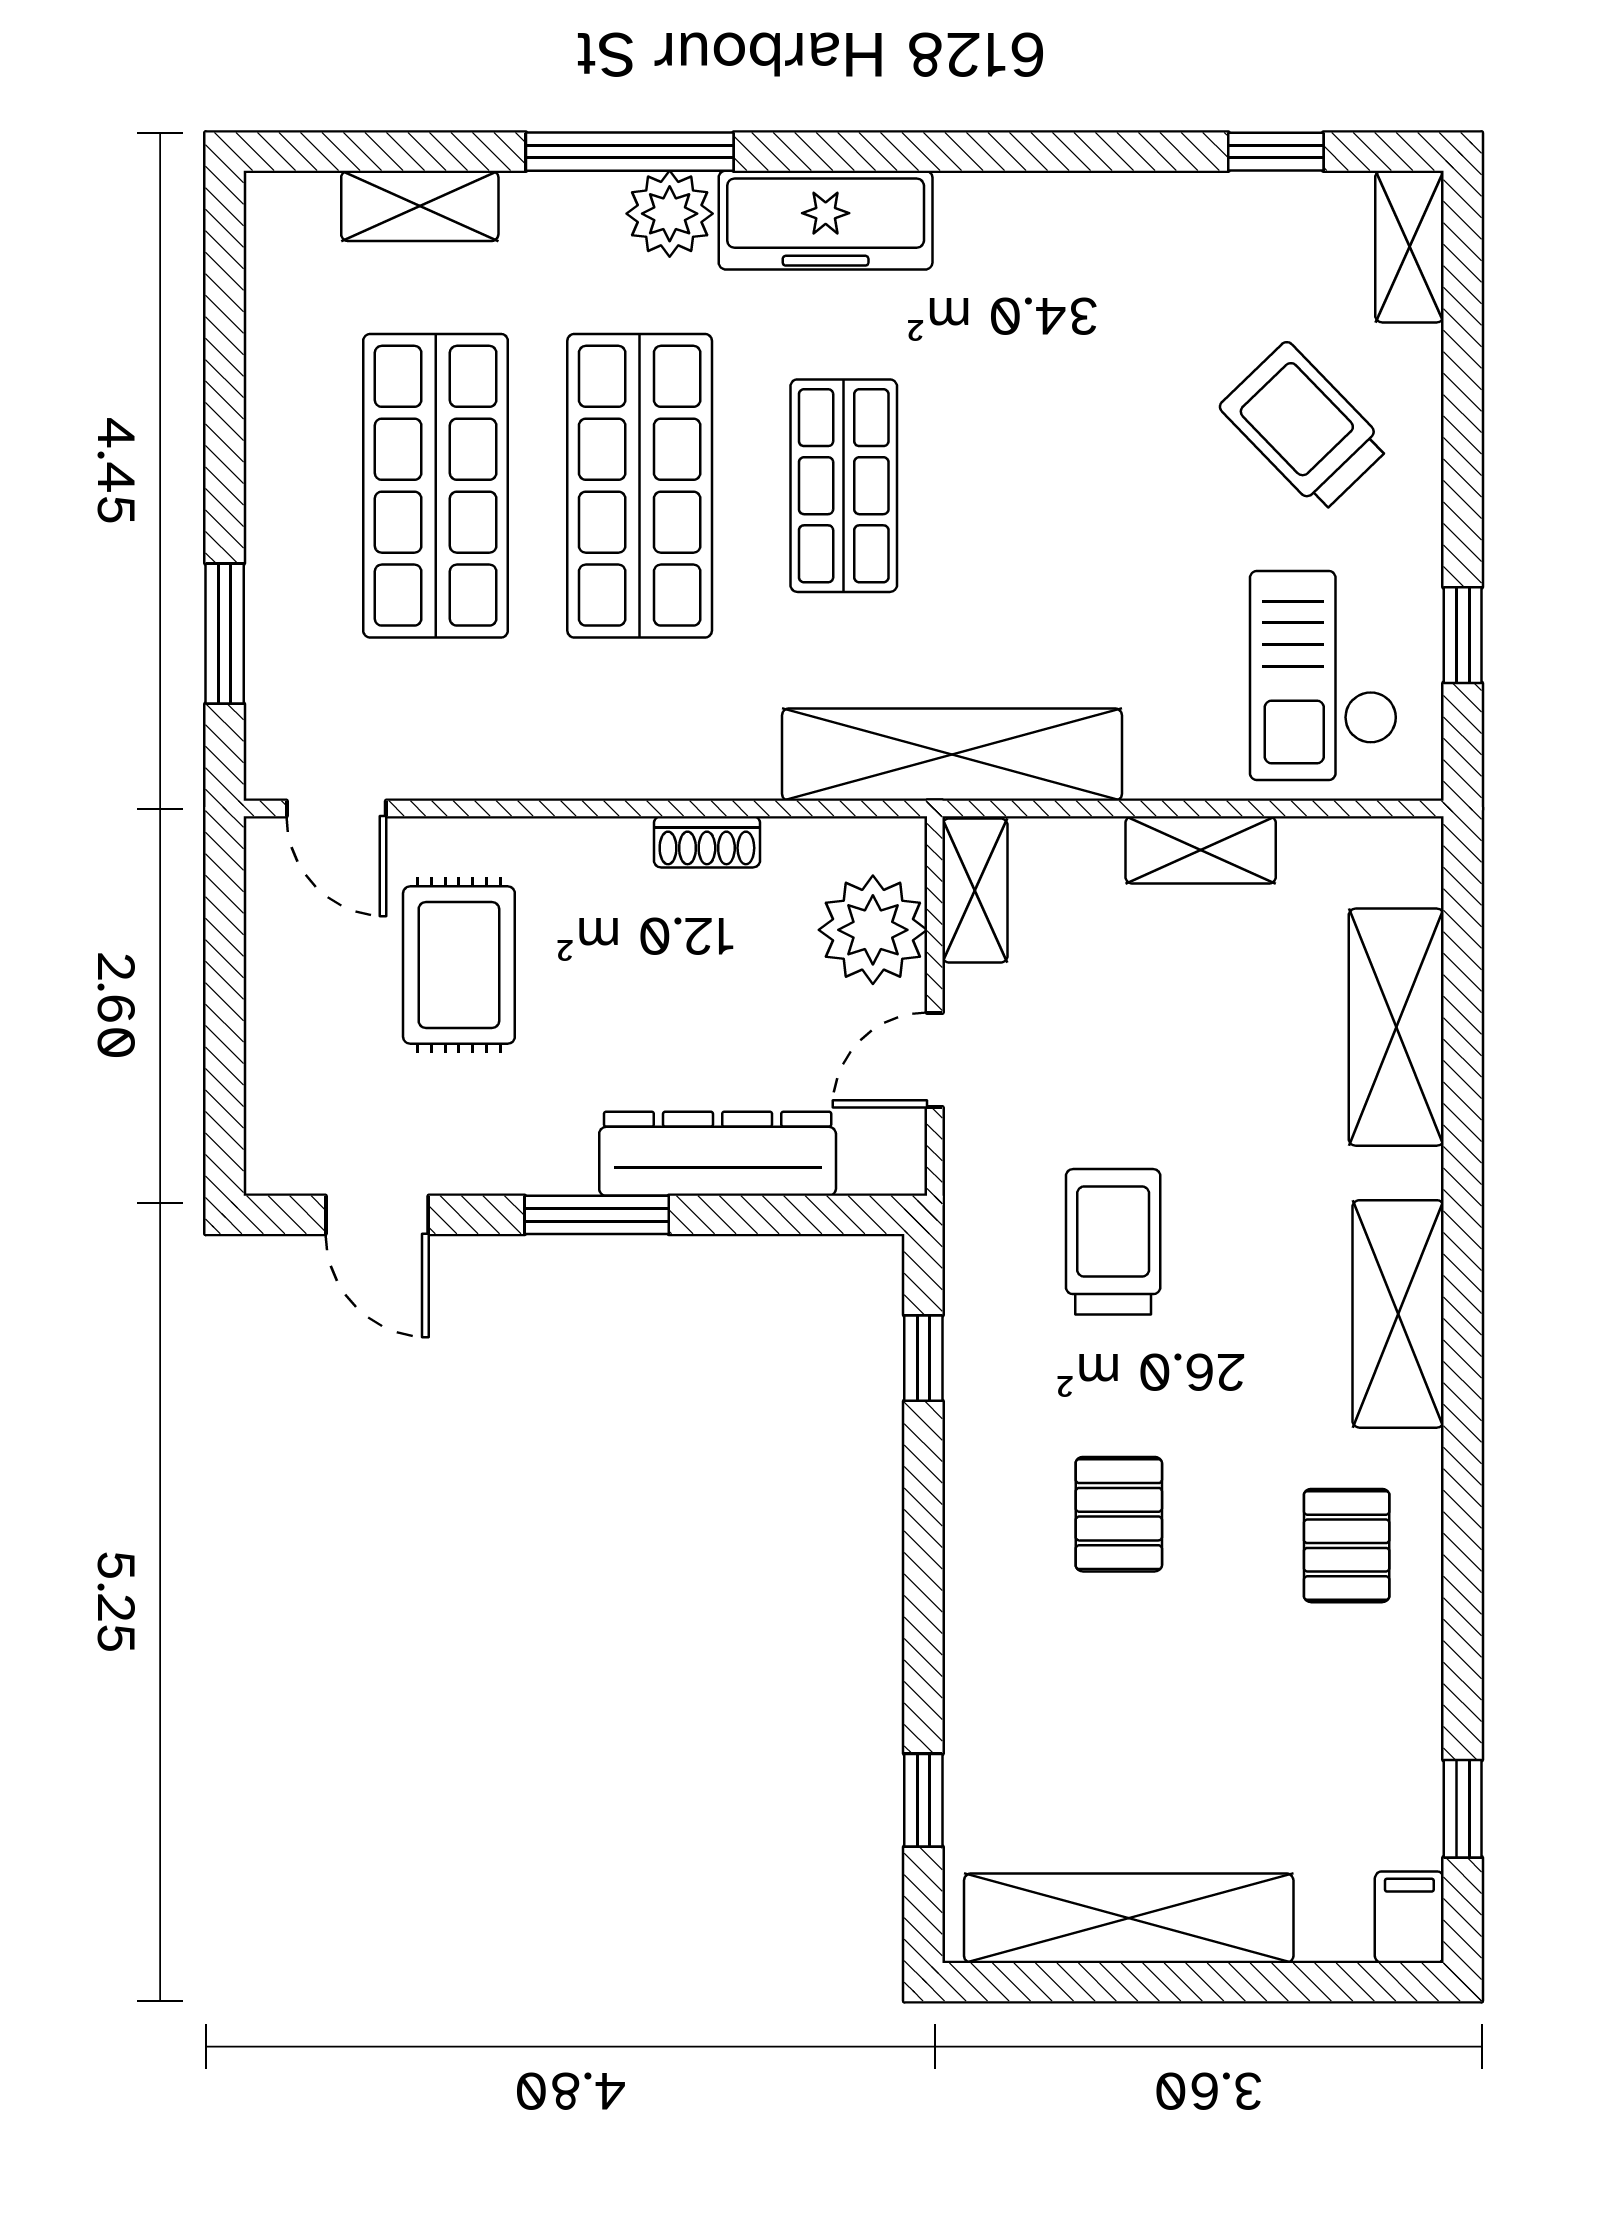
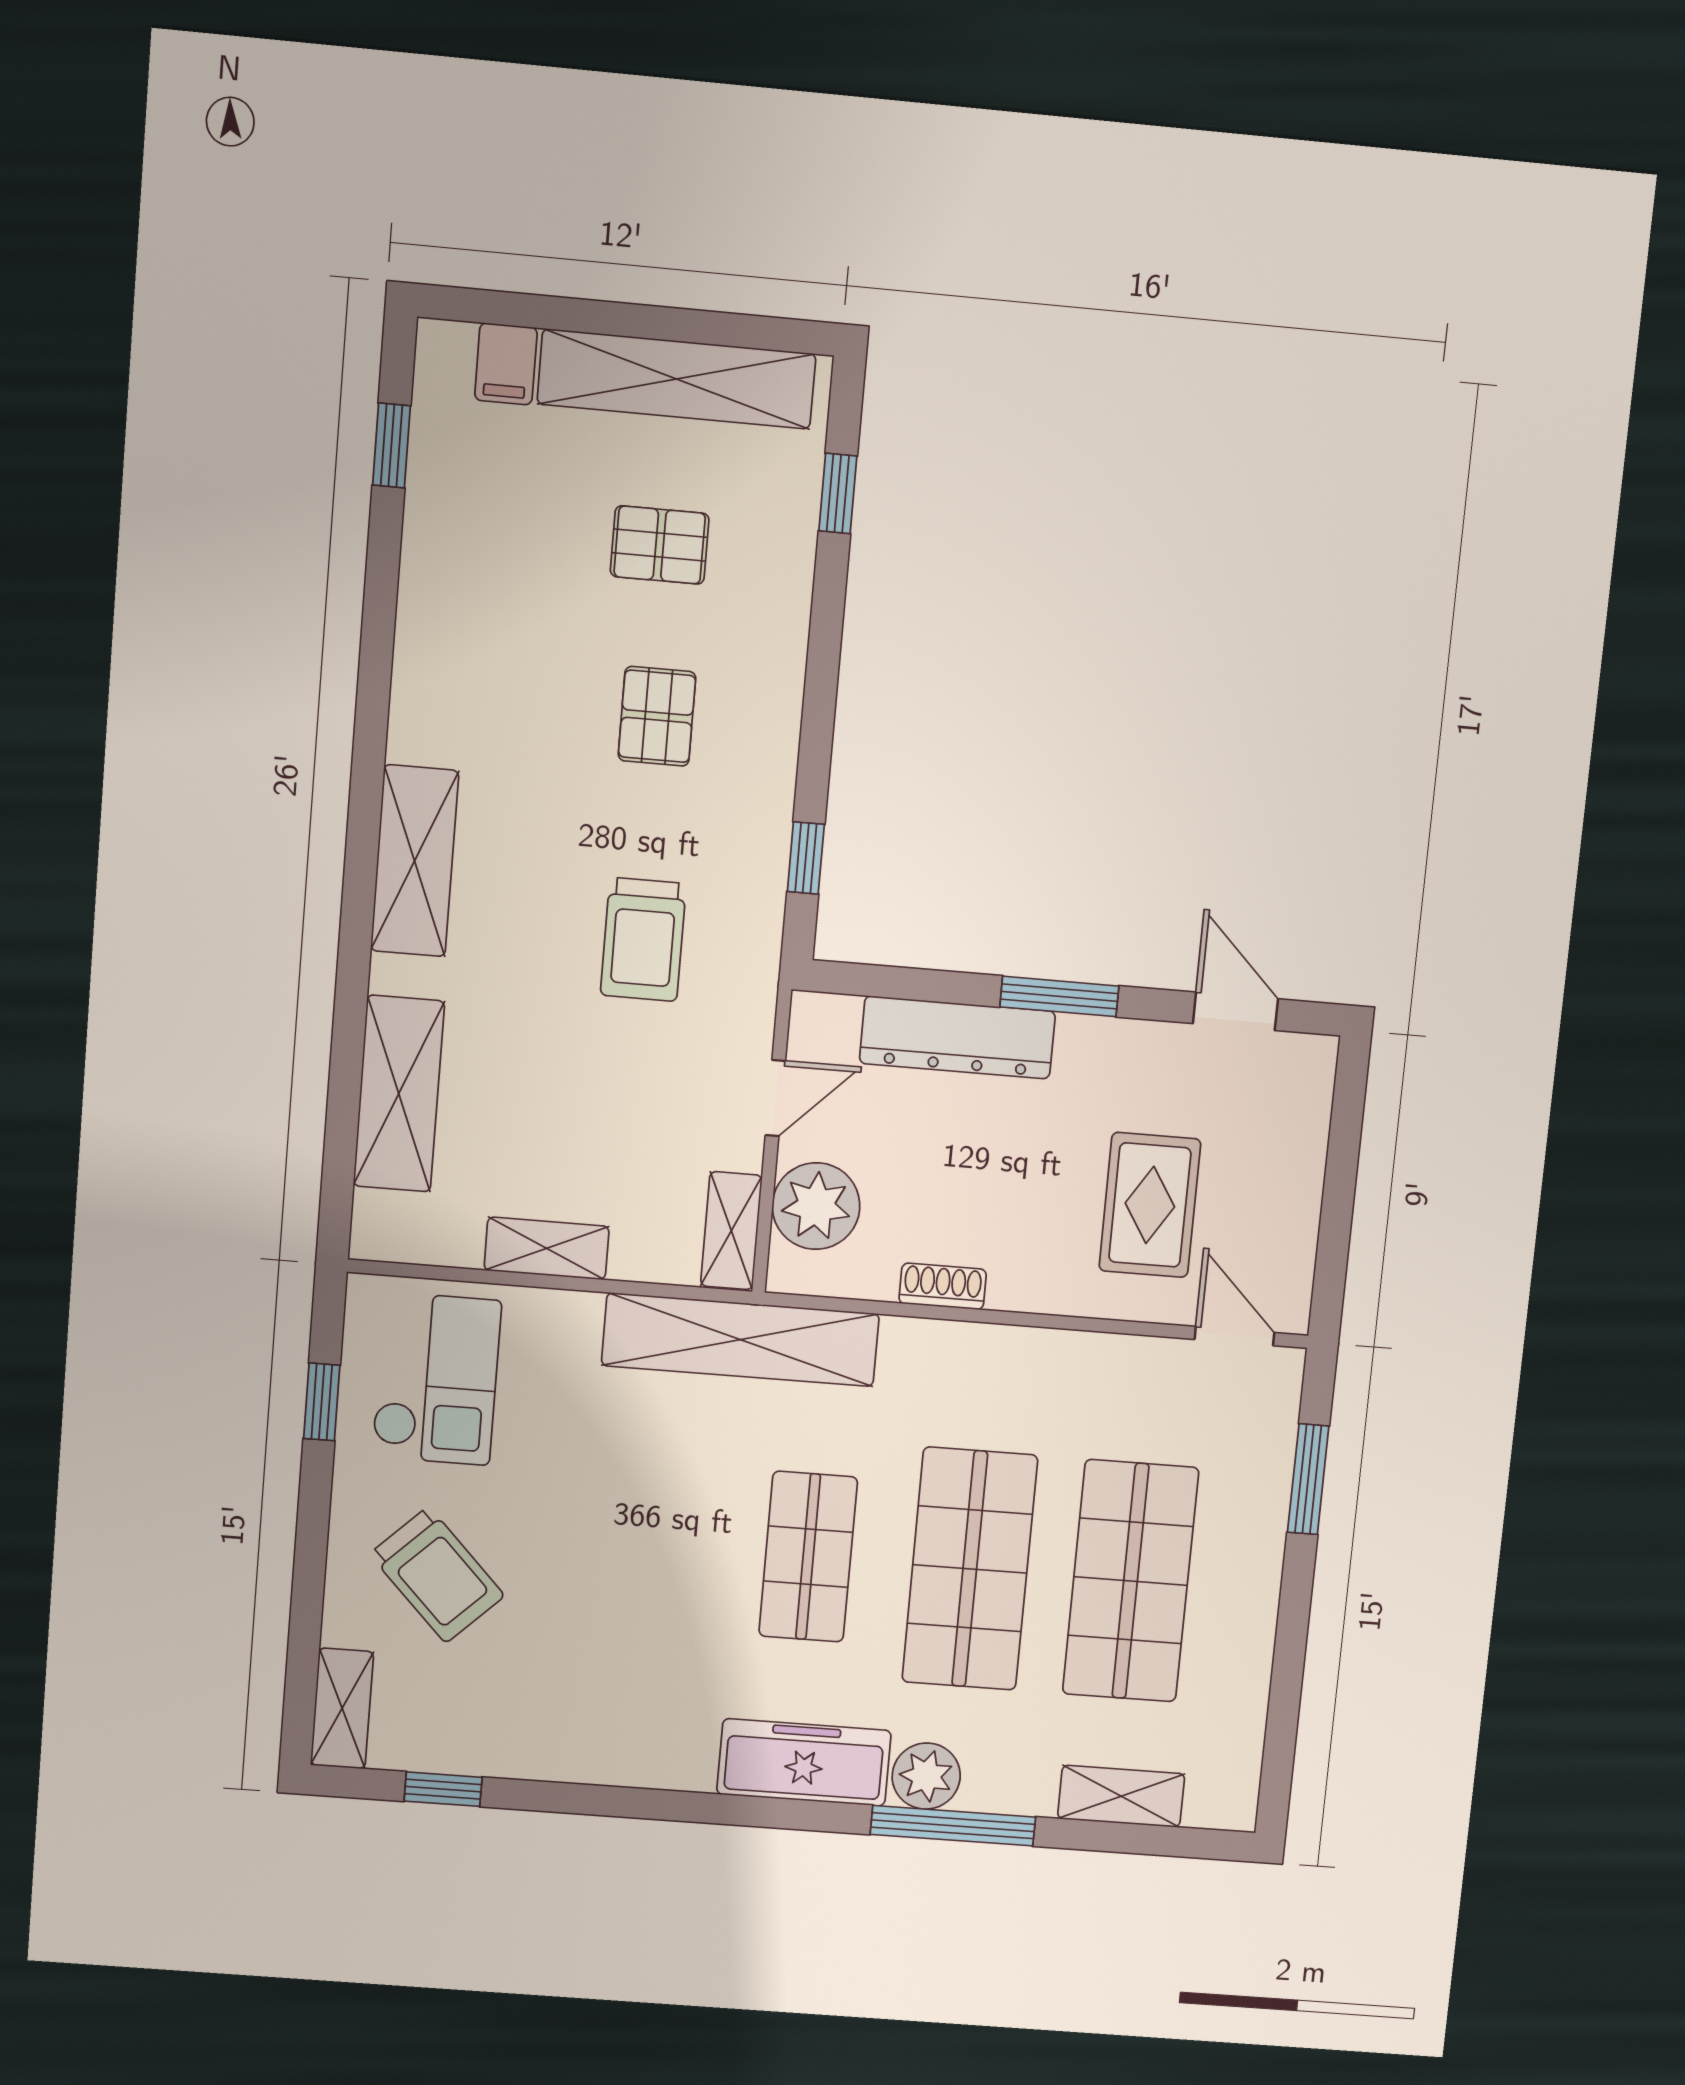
pallet: (1347, 1546) -> (660, 545), moved, turned 90
filing cabinet: (1409, 1917) -> (506, 364), moved

